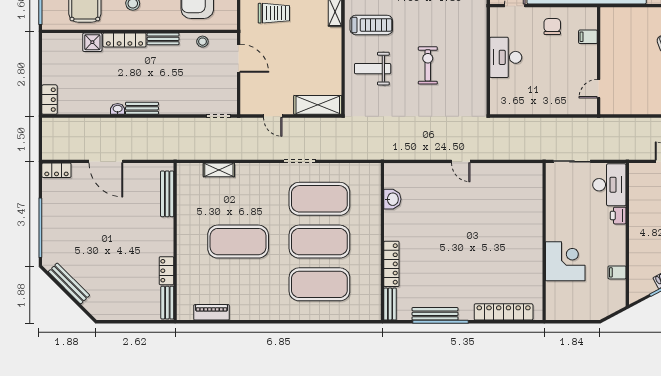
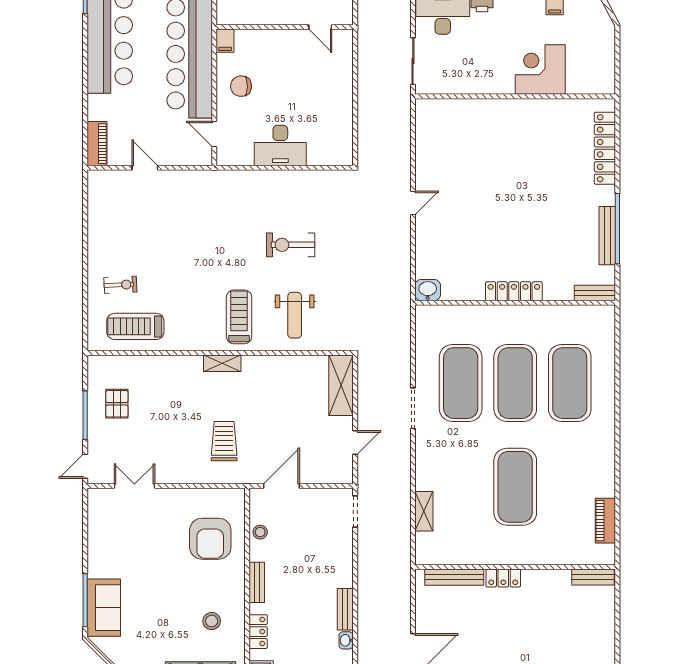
filing cabinet: (588, 37) -> (225, 41), moved
locker: (124, 40) -> (258, 632), width x0.66
washbasin: (392, 199) -> (428, 290), moved
locker: (391, 264) -> (514, 291), moved
locker: (166, 271) -> (503, 578), moved

